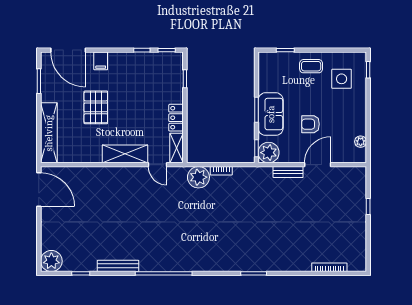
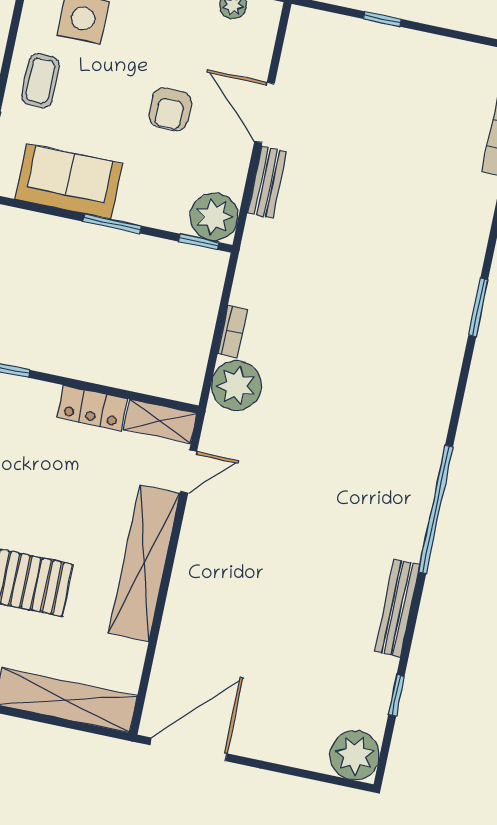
sofa: (271, 114) -> (69, 181), moved
shelving: (125, 154) -> (144, 563), width x1.47

